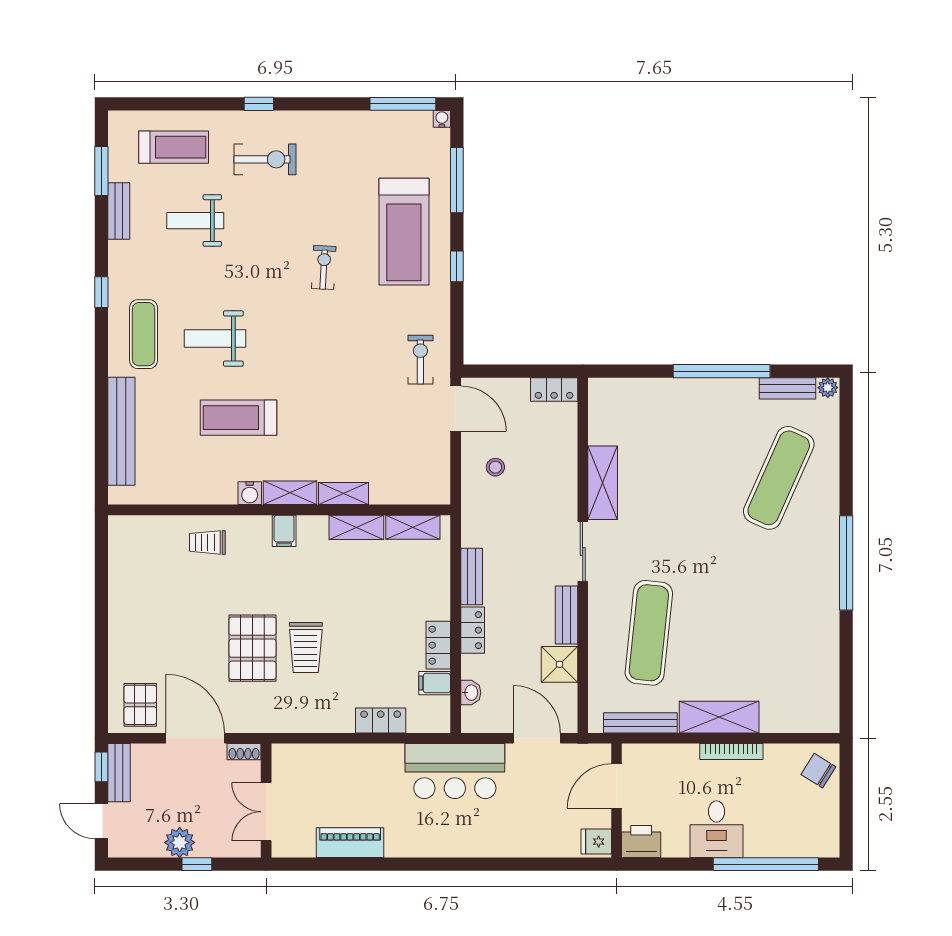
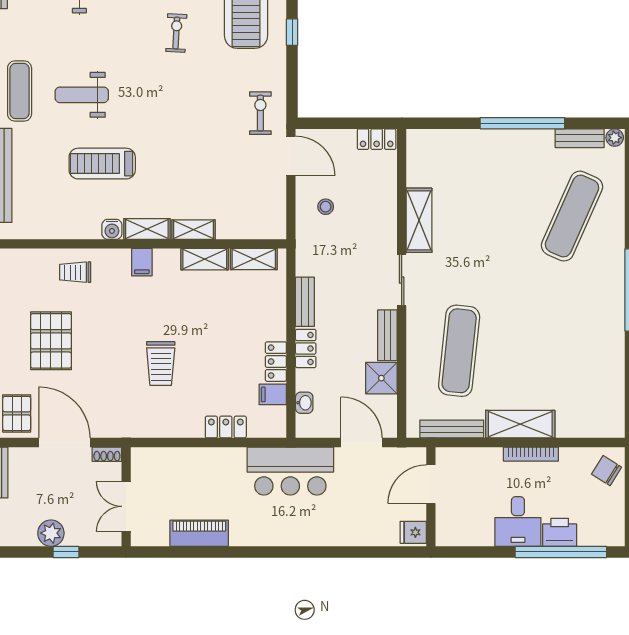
pallet: (252, 648) -> (51, 341), moved
printer: (641, 842) -> (560, 532), moved

